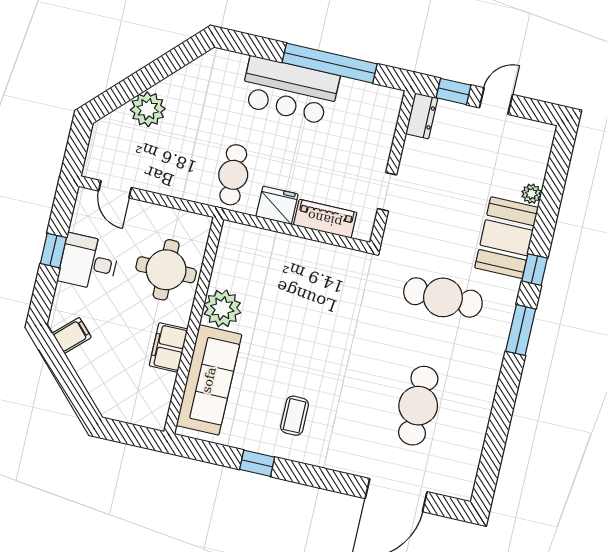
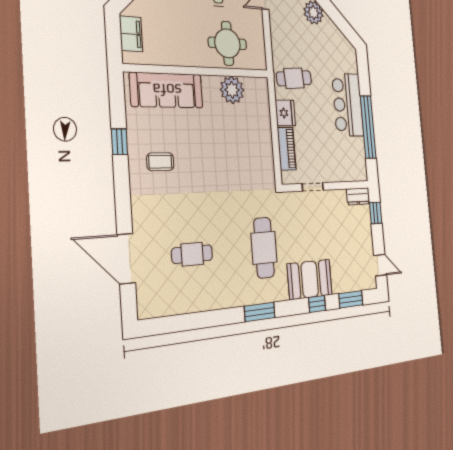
door: (496, 101) -> (380, 265), moved
window: (556, 177) -> (351, 299), added
plant: (532, 194) -> (338, 287), removed
window: (535, 270) -> (317, 304), moved
plant: (222, 308) -> (232, 90), moved
filing cabinet: (168, 347) -> (131, 34), moved, turned 90
cafe table: (418, 406) -> (192, 254), width x0.73, depth x0.74

